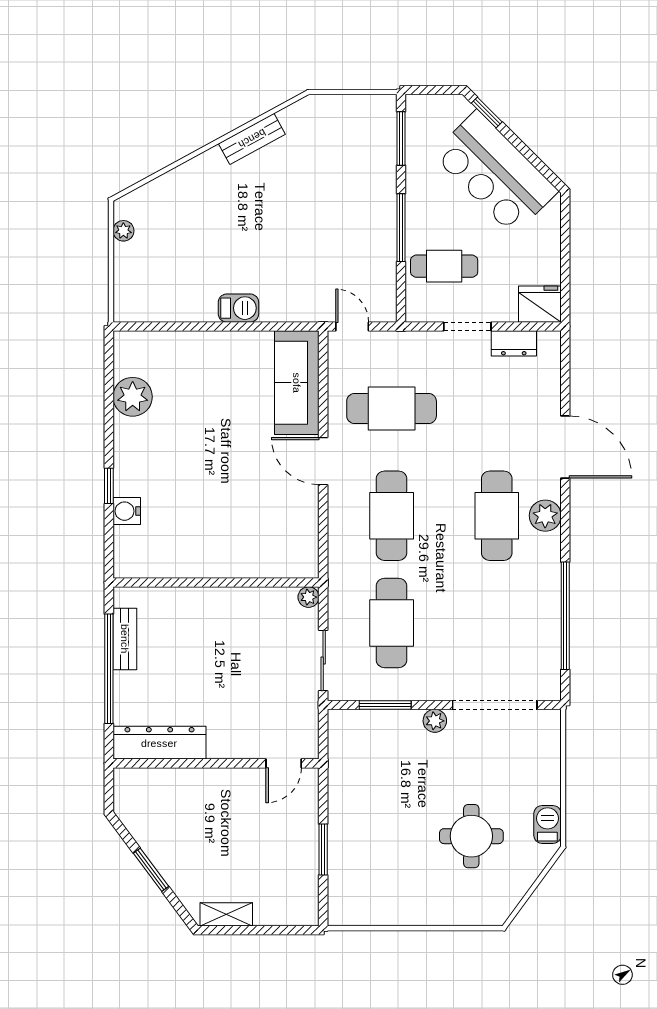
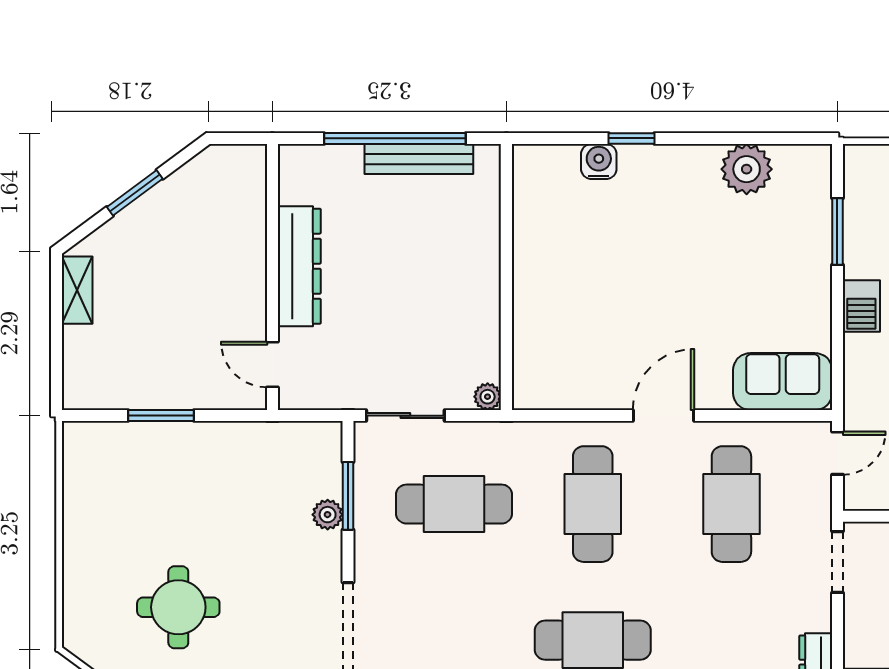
window: (181, 327) -> (837, 232), added
doorway: (467, 327) -> (837, 562), moved
sofa: (297, 383) -> (783, 382), width x0.73
cafe table: (392, 516) -> (593, 504), turned 90
bench: (125, 639) -> (419, 159), width x1.36
plant: (435, 721) -> (328, 515), moved
dresser: (159, 743) -> (299, 266), moved

